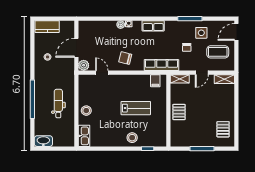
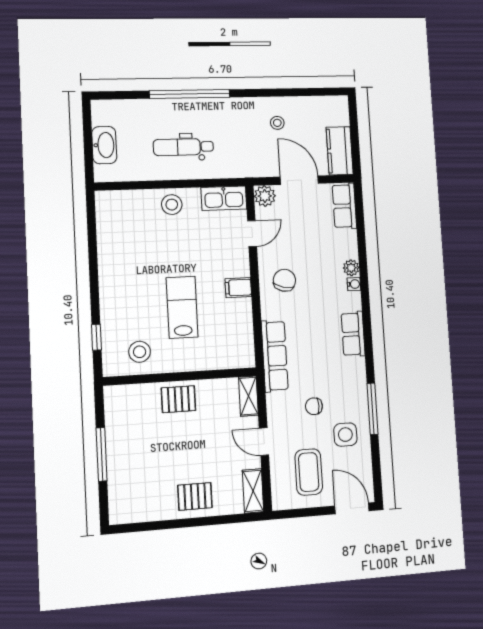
row of seats: (90, 26) -> (344, 206), added
kitchen counter: (47, 27) -> (340, 151), moved
filing cabinet: (155, 81) -> (238, 288), moved
dental chair: (58, 104) -> (183, 147), turned 180
lab bench: (136, 108) -> (182, 307), turned 180
pallet: (223, 129) -> (195, 496), moved
kitchen sink: (84, 136) -> (224, 198), moved
stool: (132, 138) -> (140, 352), moved
washbasin: (43, 141) -> (104, 145), moved

